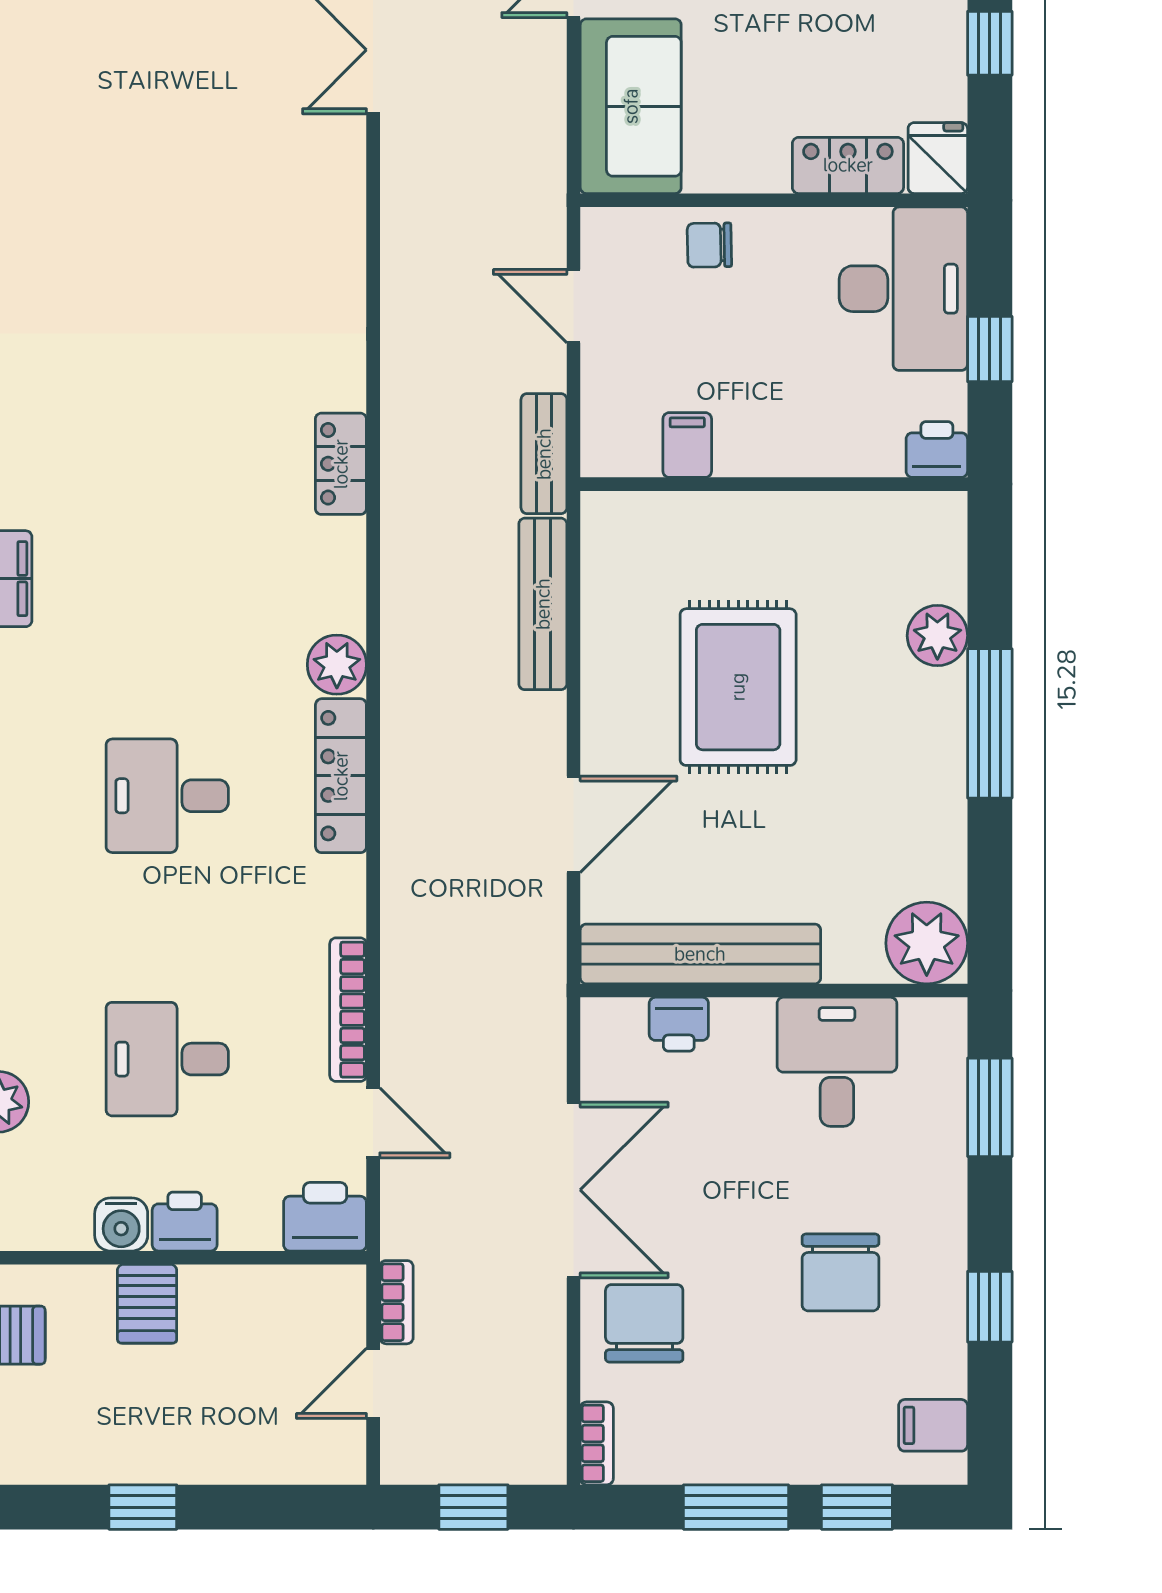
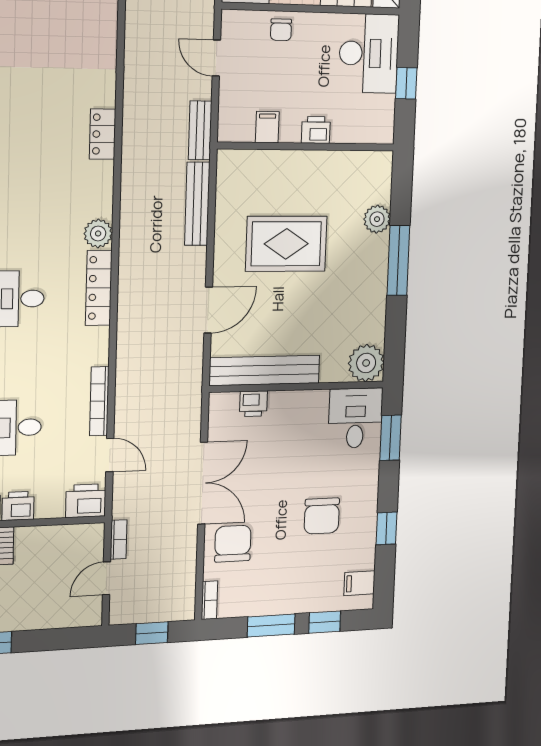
chair: (709, 245) -> (281, 30), turned -89
printer: (937, 450) -> (316, 130), moved
rug: (738, 687) -> (286, 244), turned 90
desk: (837, 1062) -> (355, 418), moved

